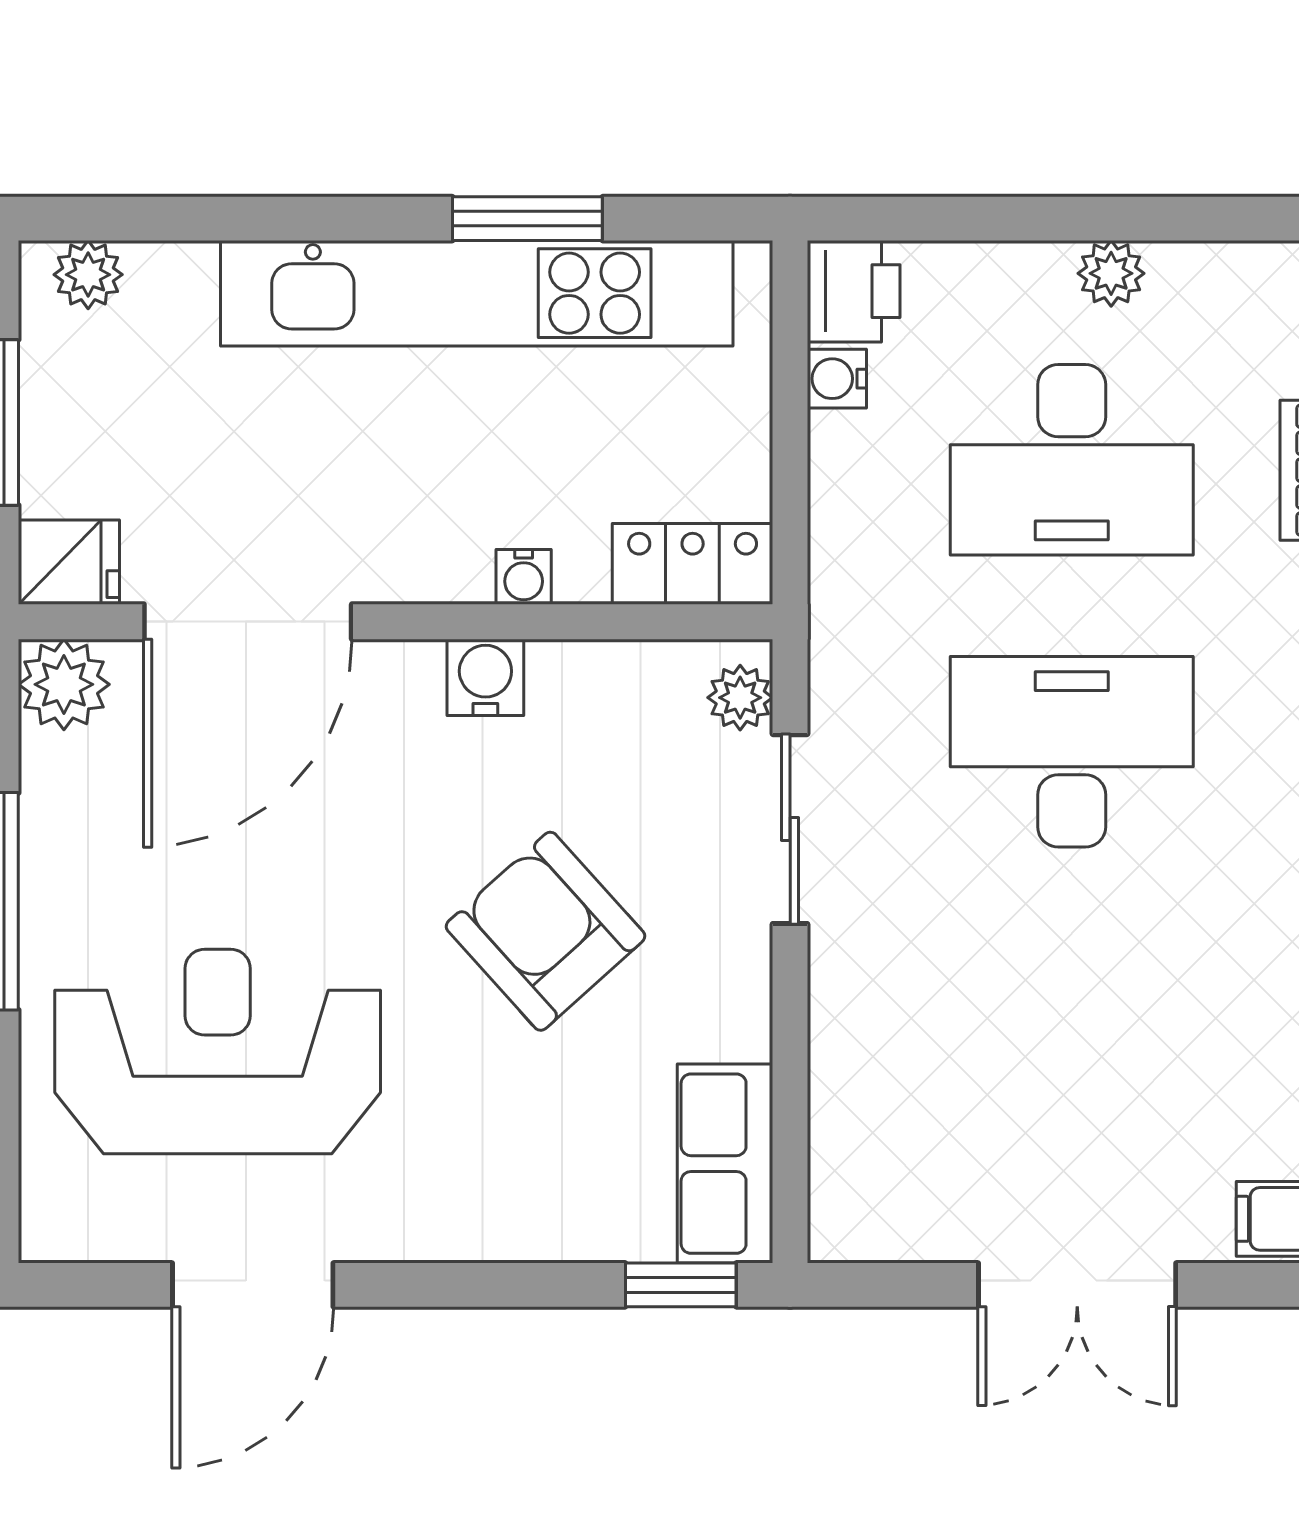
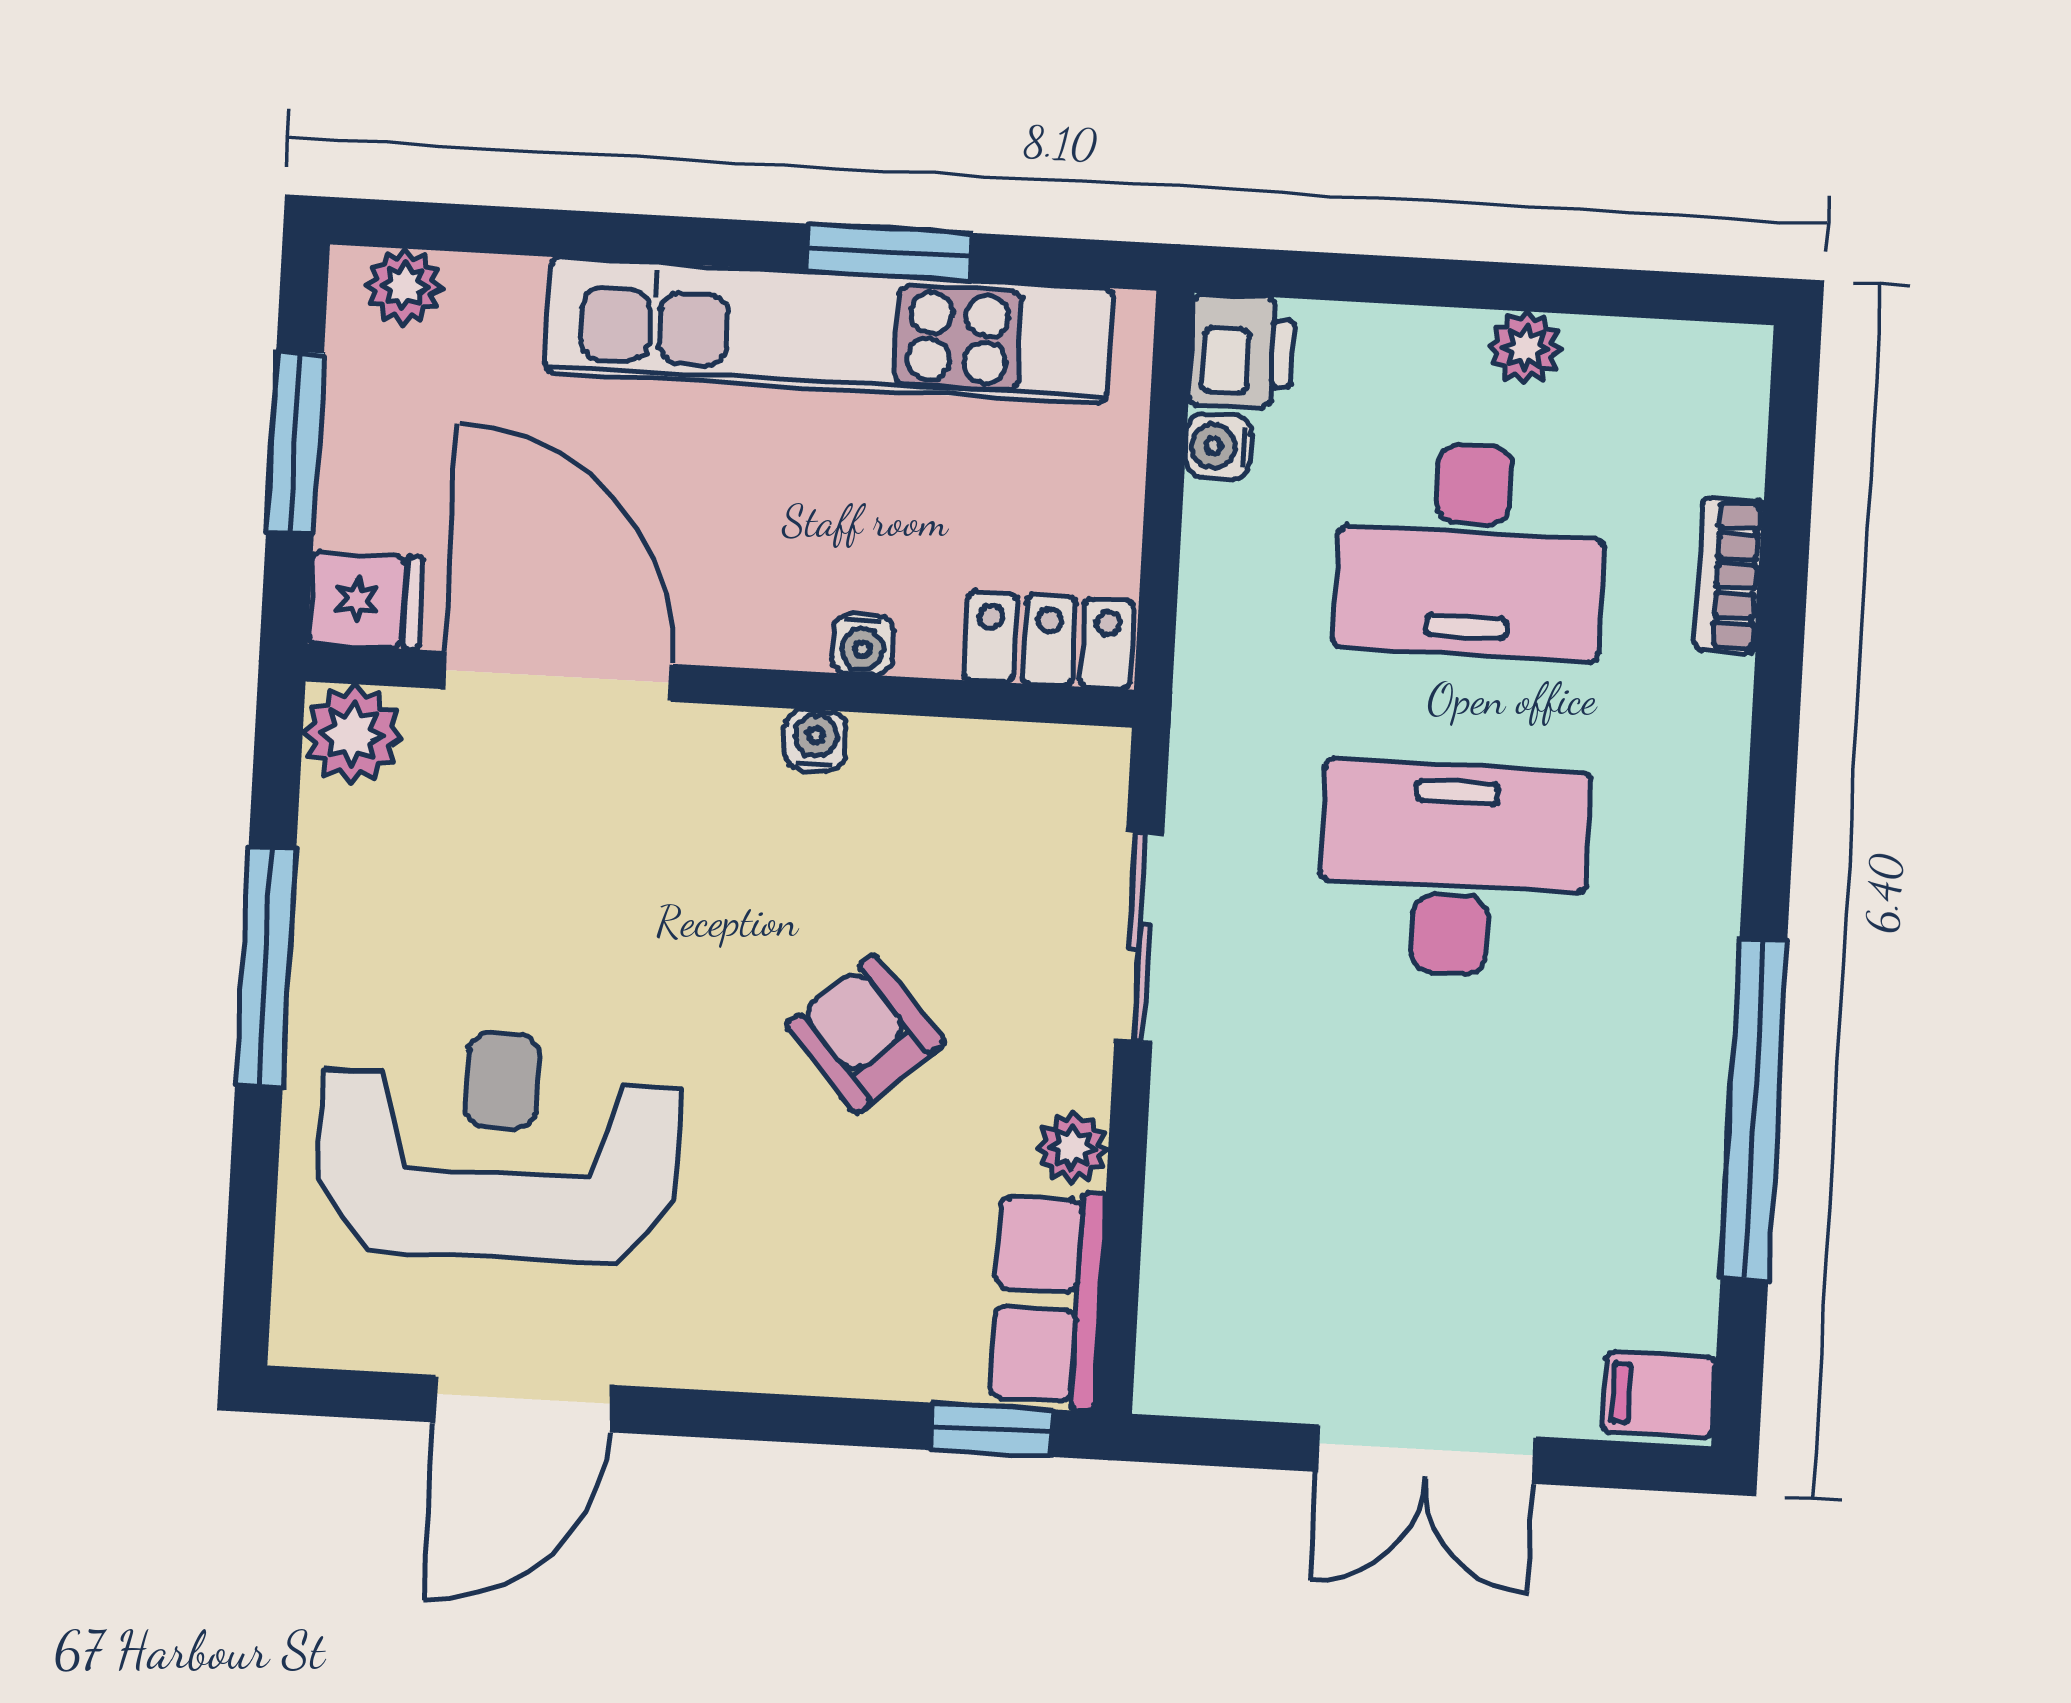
door: (248, 622) -> (558, 677), swing flipped
water cooler: (485, 677) -> (815, 740), width x0.72, depth x0.72
plant: (740, 698) -> (1073, 1148), moved
armchair: (545, 931) -> (865, 1034), width x0.72, depth x0.72

